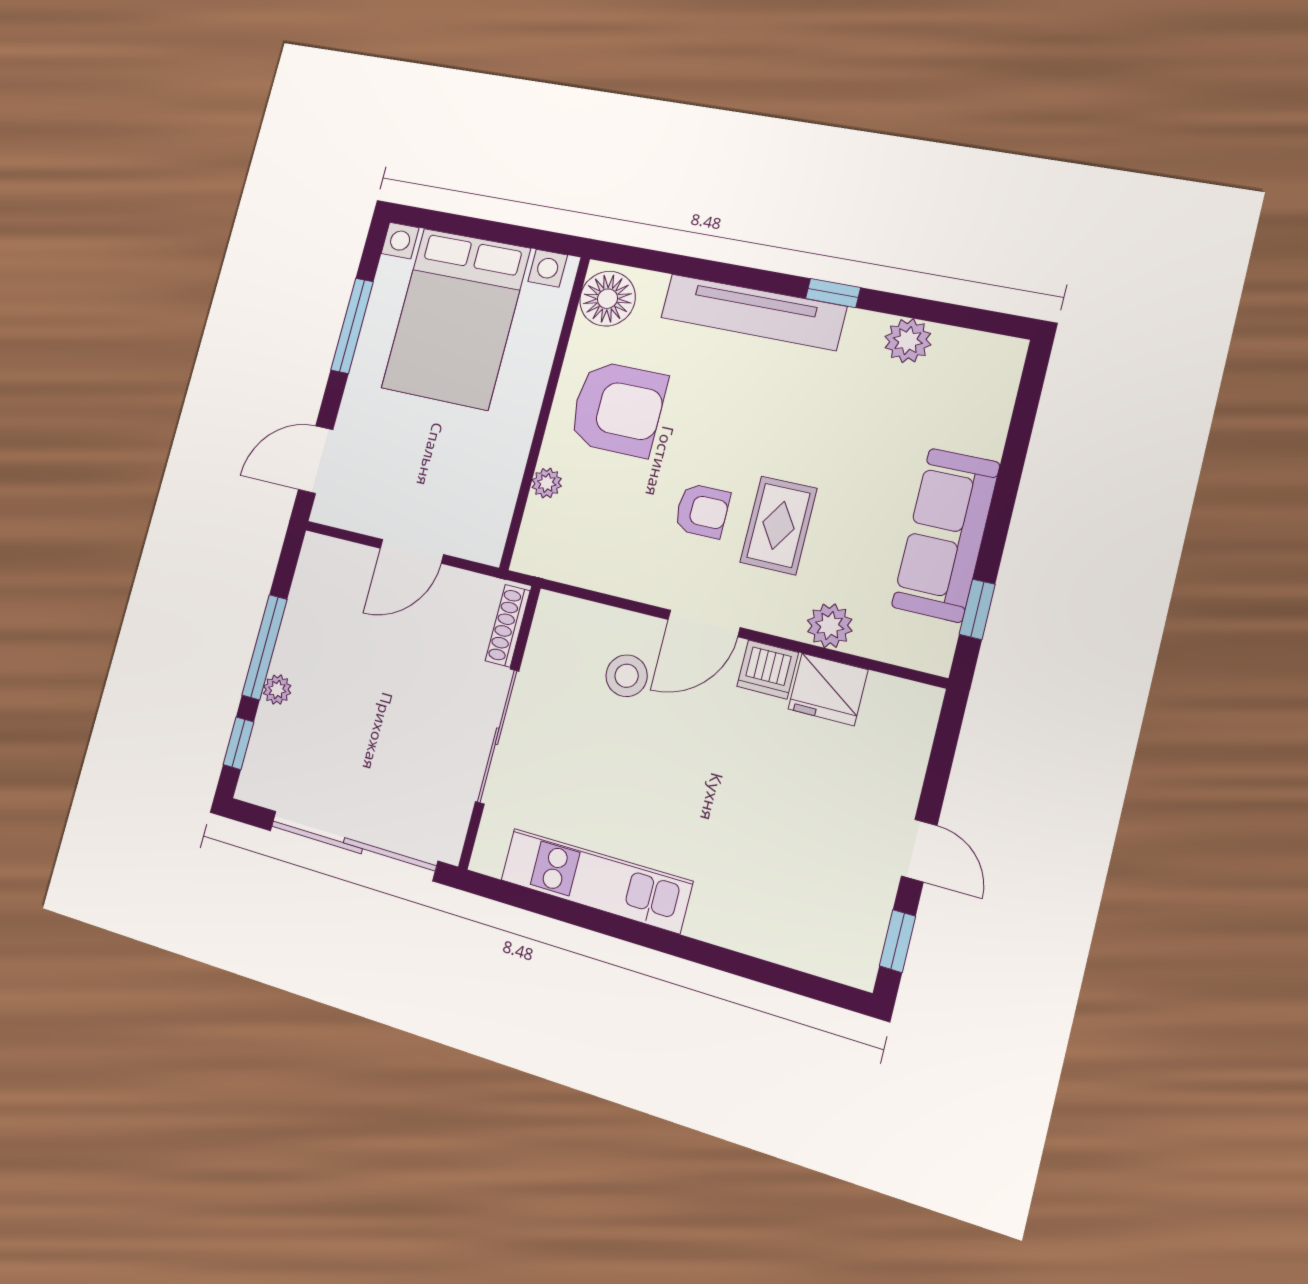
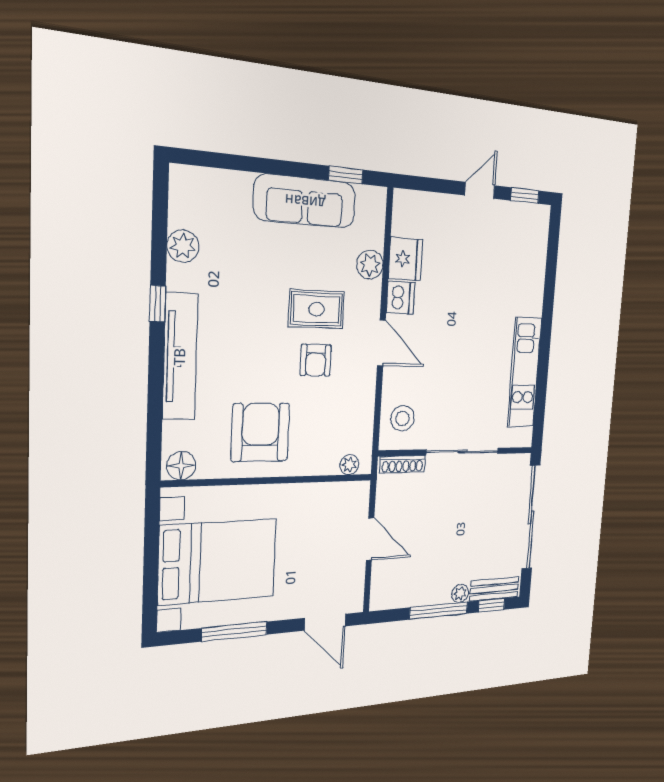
floor lamp: (607, 299) -> (181, 466), width x0.73, depth x0.73
plant: (547, 483) -> (349, 465), moved
armchair: (702, 511) -> (316, 360), turned 180
stool: (627, 676) -> (402, 418), moved
bench: (262, 753) -> (494, 589), added

